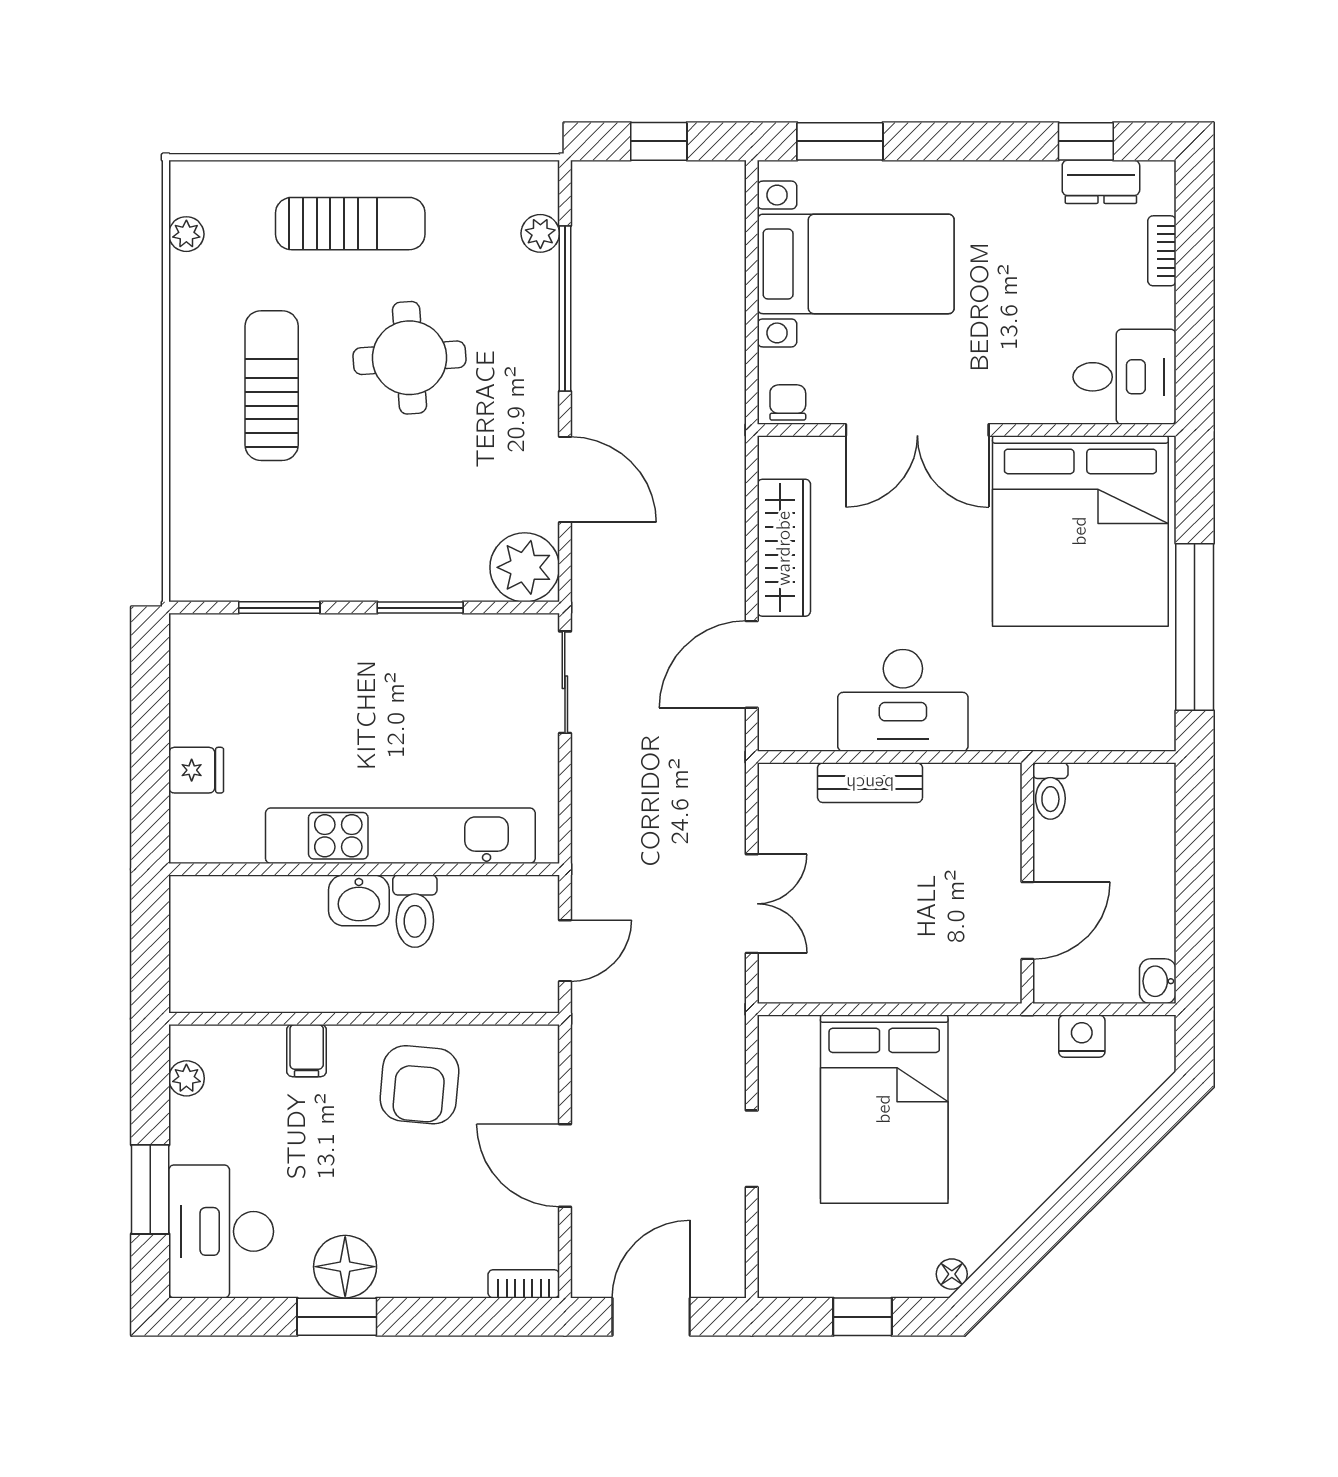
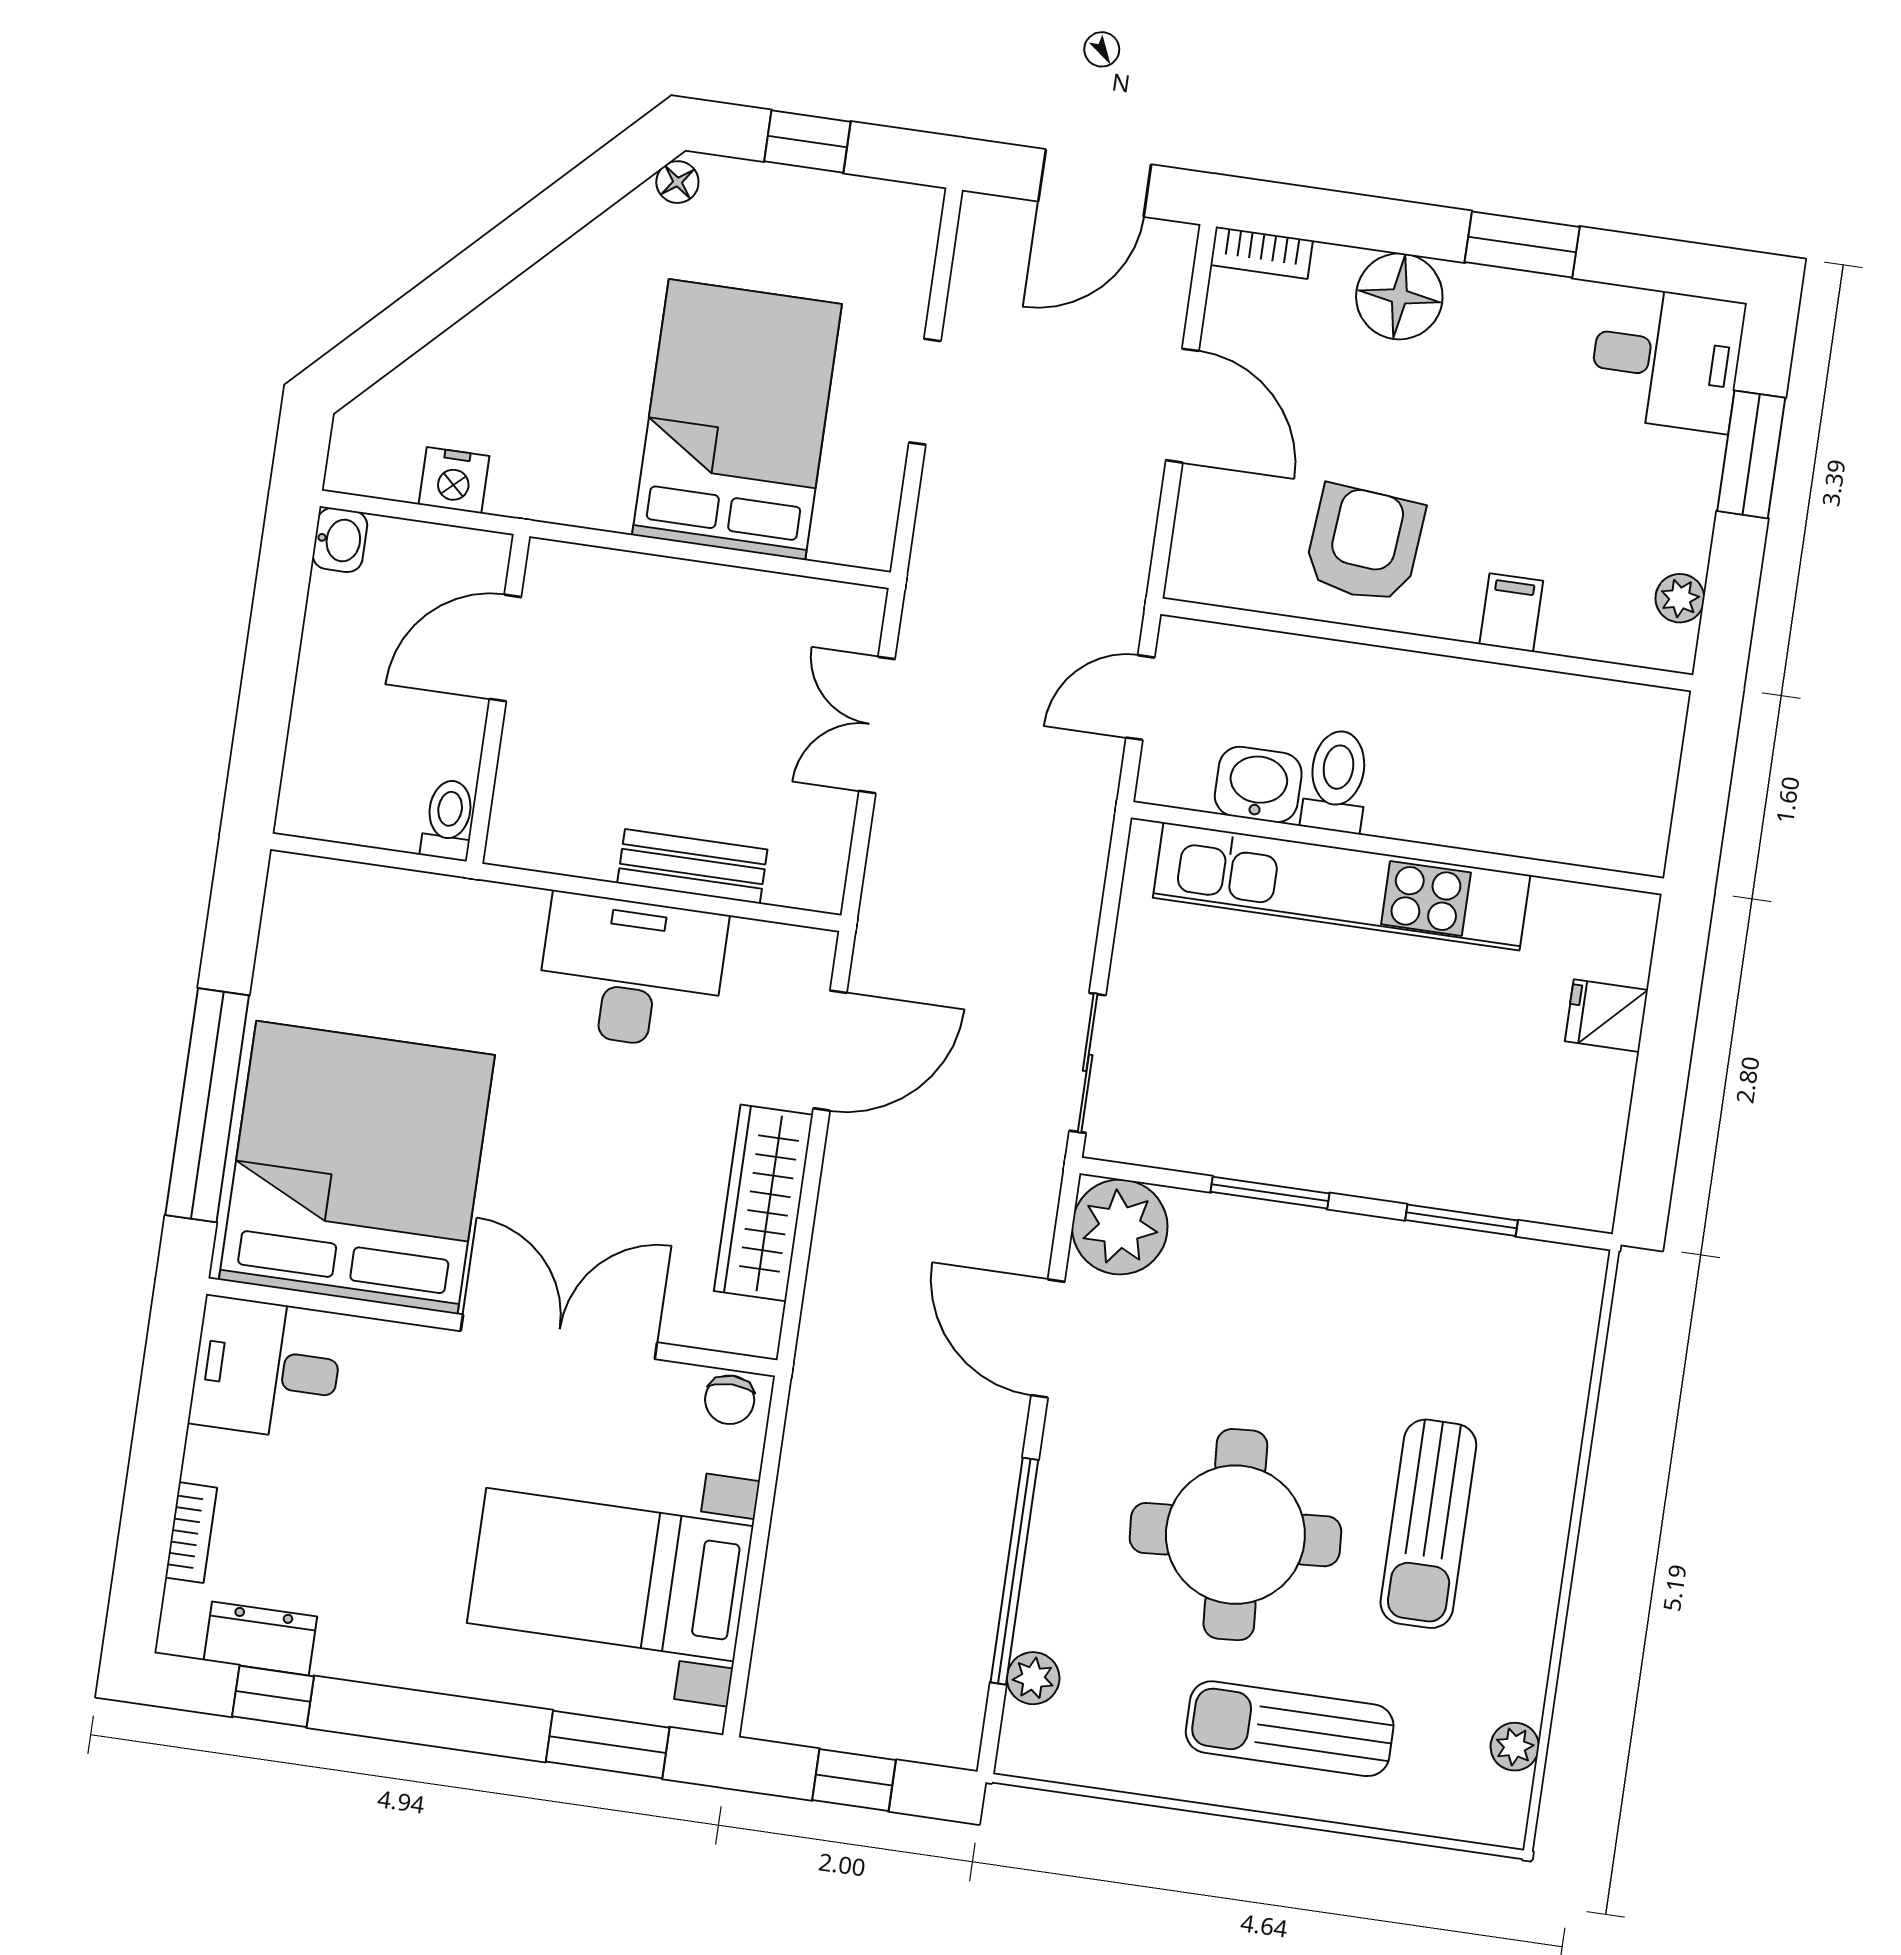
round table: (409, 358) -> (1235, 1535), width x1.36, depth x1.36
window: (1195, 627) -> (207, 1105), moved
washbasin: (359, 900) -> (1258, 785), moved
desk: (221, 1231) -> (1666, 359), width x0.73
floor lamp: (345, 1267) -> (1399, 296), moved

